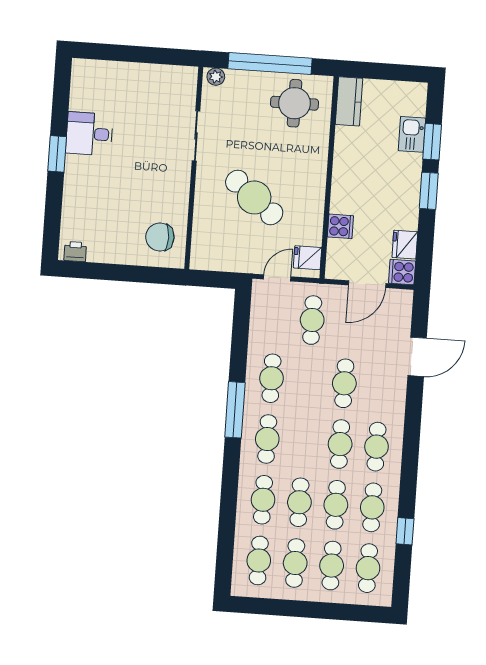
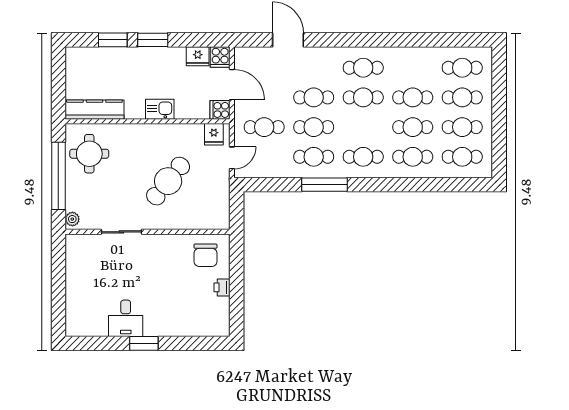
kitchen counter: (349, 101) -> (94, 110), width x1.50
kitchen sink: (412, 134) -> (160, 109), moved, turned 180
cooker: (340, 226) -> (220, 110), moved, turned -90
printer: (75, 252) -> (222, 287), moved
door: (277, 278) -> (232, 158), swing flipped
window: (235, 410) -> (324, 185), moved
cafe table: (372, 507) -> (314, 127), moved
window: (405, 531) -> (430, 40), removed

